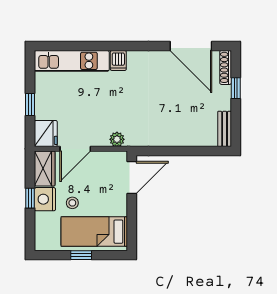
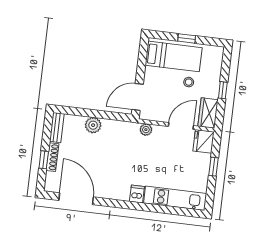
shoe rack: (226, 67) -> (52, 157), moved
plant: (181, 137) -> (93, 125), added
nightstand: (45, 199) -> (211, 88), removed

